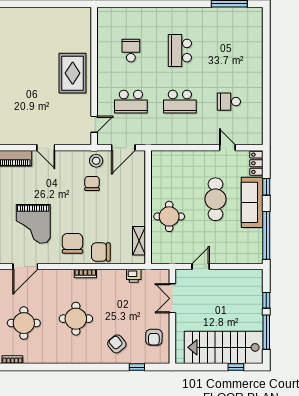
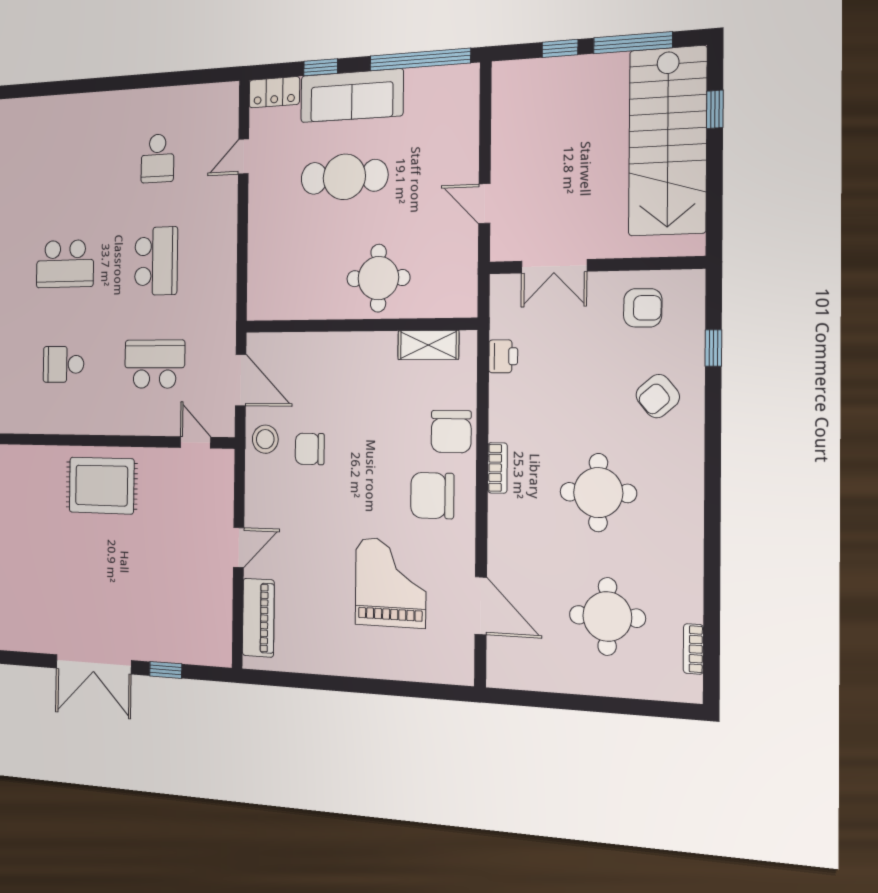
school desk: (131, 102) -> (155, 364), turned -90
grand piano: (33, 224) -> (390, 583), turned -90

